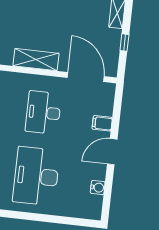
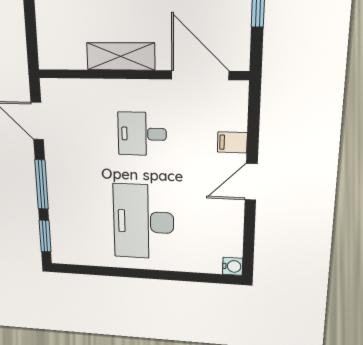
desk: (43, 113) -> (142, 134), width x0.73
water cooler: (98, 188) -> (233, 266), moved

